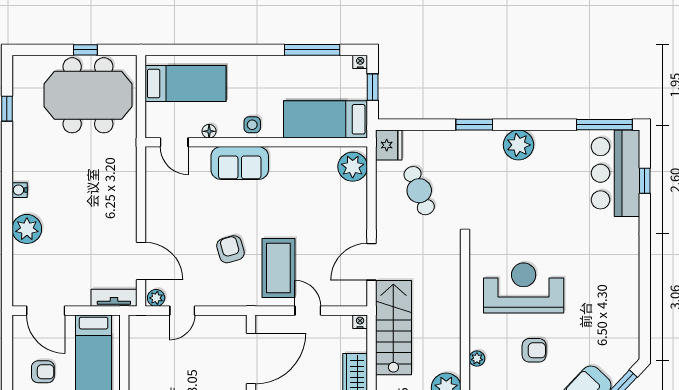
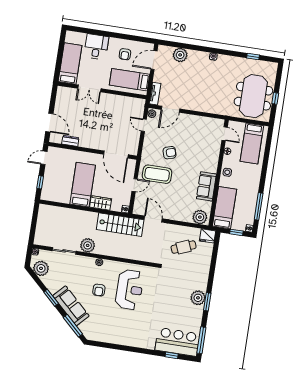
window: (474, 125) -> (207, 302), moved
door: (174, 142) -> (225, 134), swing flipped
sofa: (240, 163) -> (206, 186), moved
plant: (27, 229) -> (180, 55), moved

